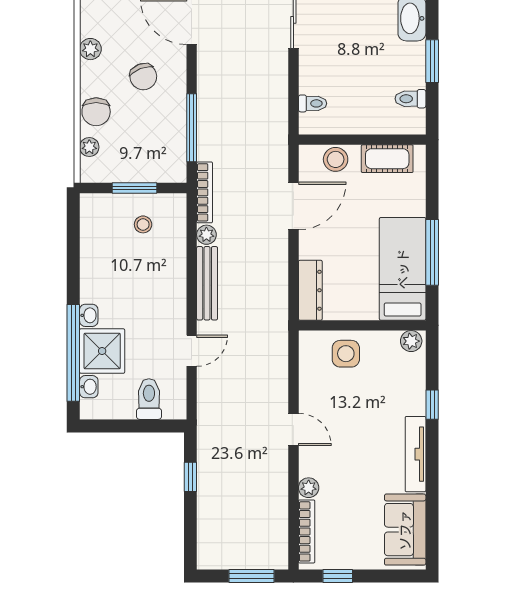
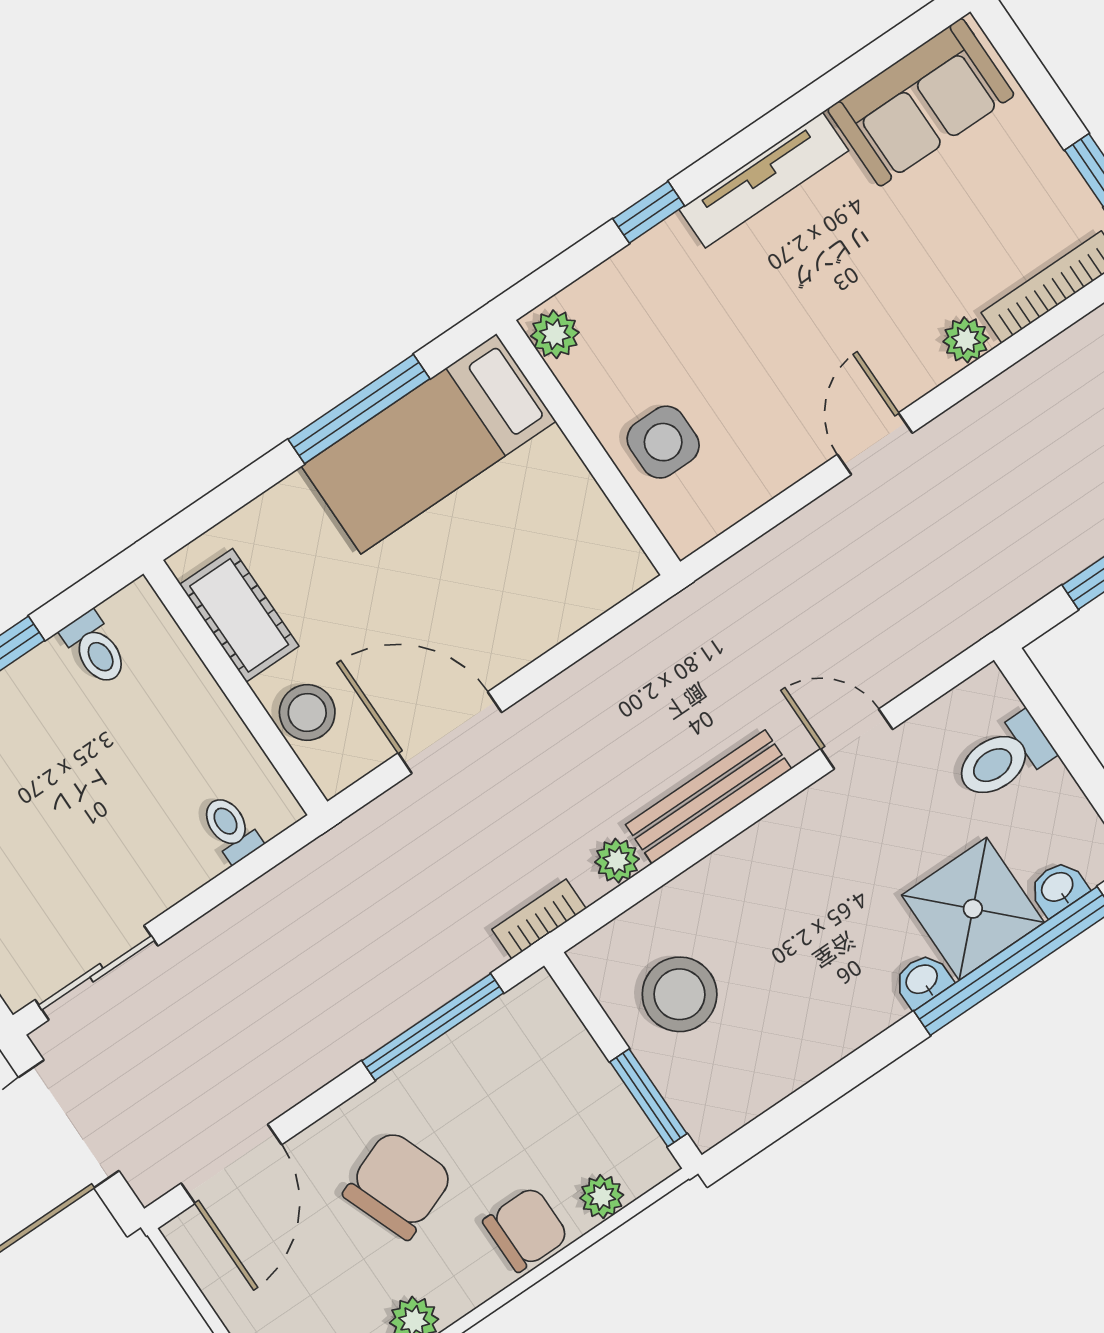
chair: (143, 77) -> (398, 1185), width x1.37, depth x1.37
window: (134, 188) -> (648, 1098), moved
bookcase: (205, 192) -> (539, 919), width x0.64
stool: (143, 224) -> (680, 994), width x1.89, depth x1.89
dresser: (310, 290) -> (588, 592), removed

